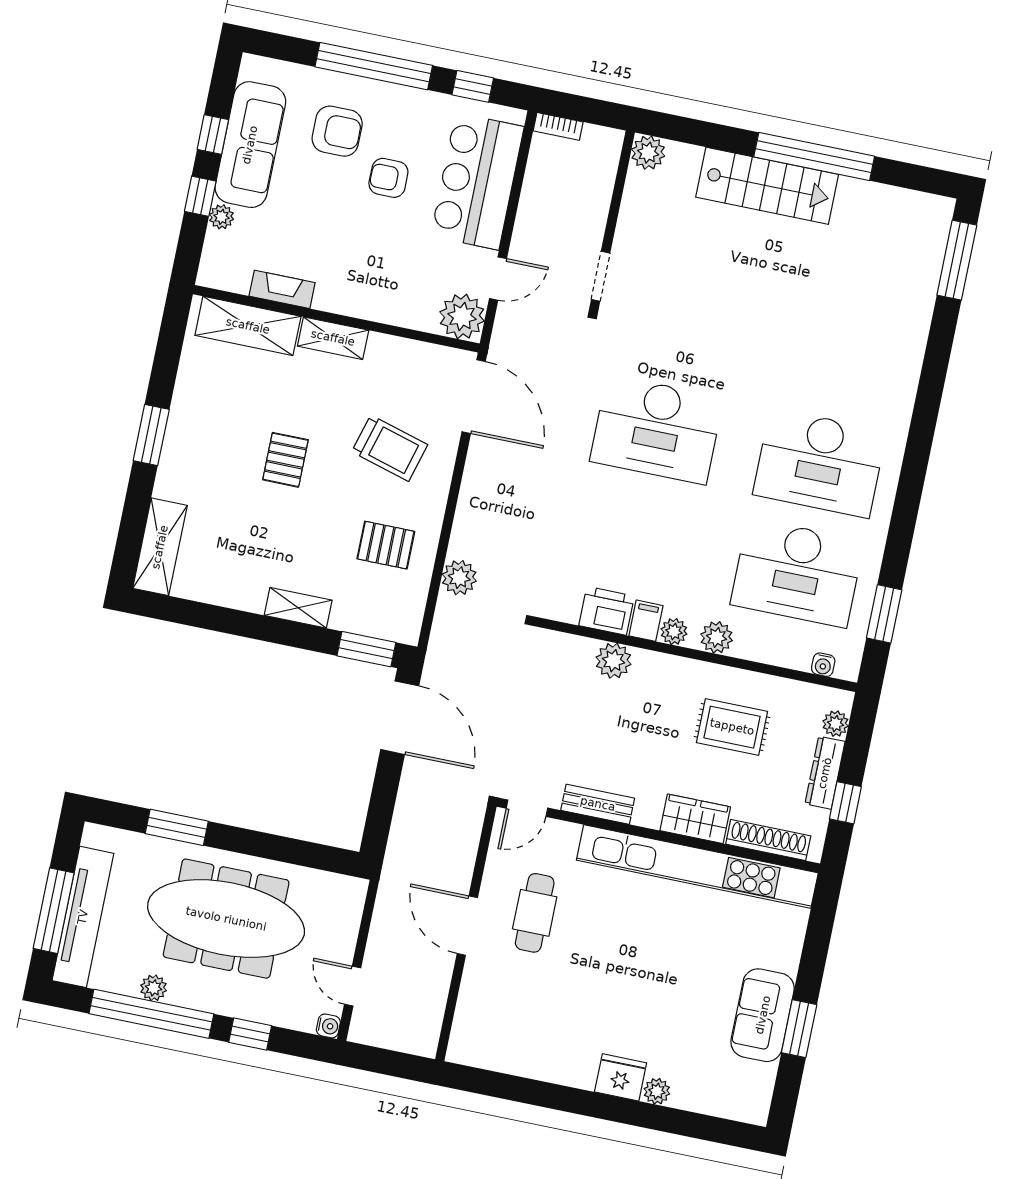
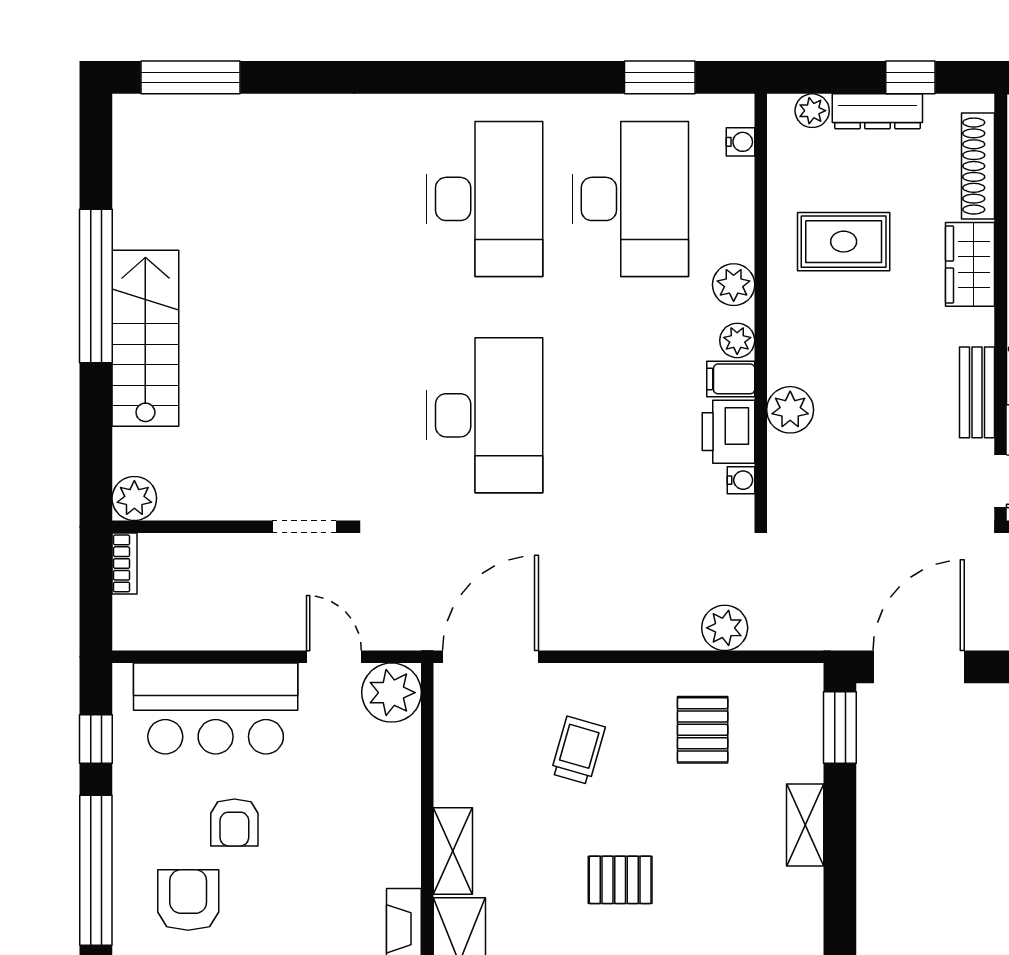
bookcase: (558, 126) -> (124, 563), moved
trolley: (390, 448) -> (578, 750), width x0.73, depth x0.72
water cooler: (568, 613) -> (741, 480), added
rug: (732, 727) -> (844, 242), turned 90

